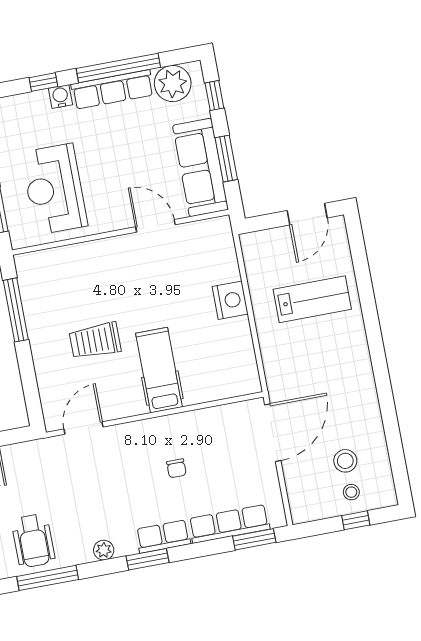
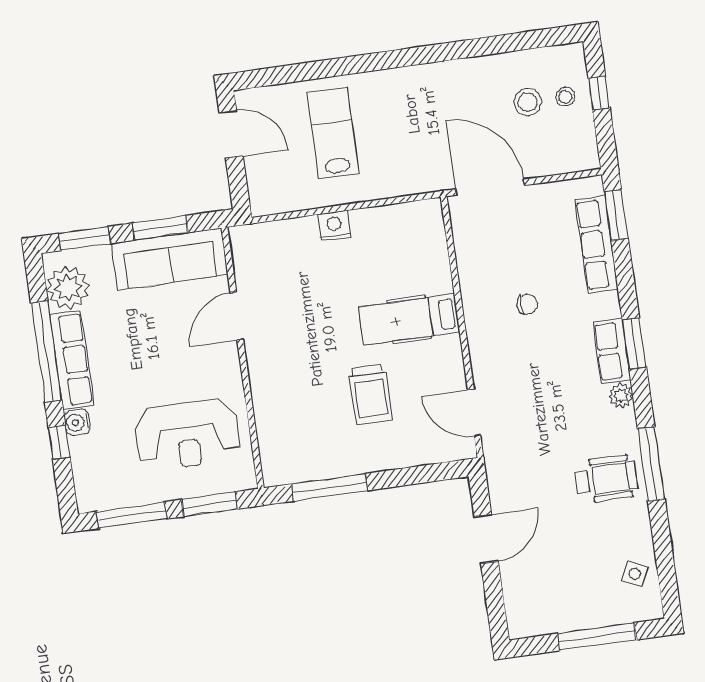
window: (214, 95) -> (84, 239), width x1.50
nightstand: (230, 300) -> (334, 226), width x0.74, depth x0.75
row of seats: (163, 537) -> (612, 351), moved

